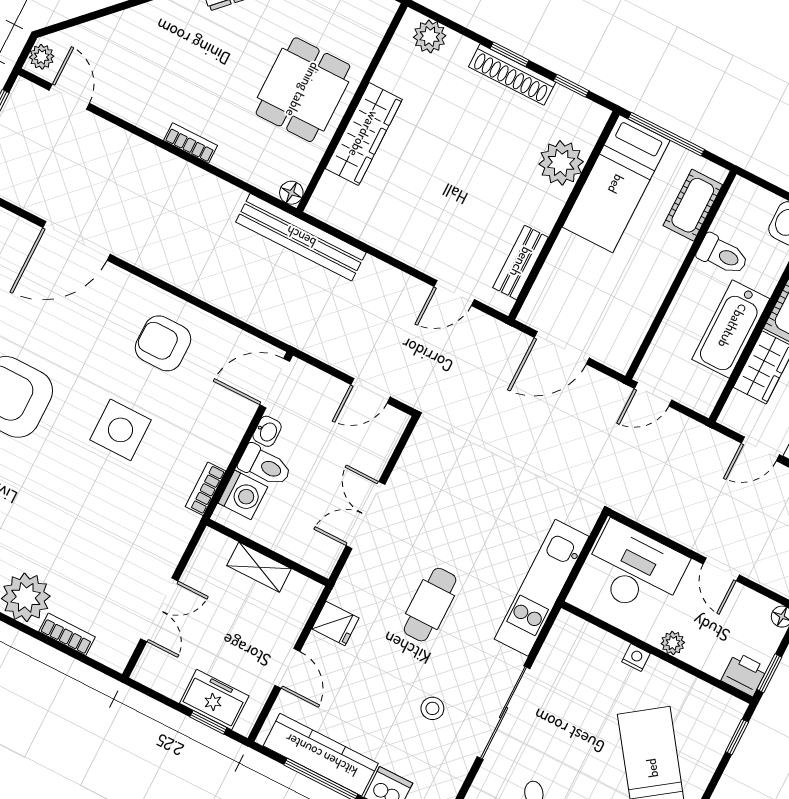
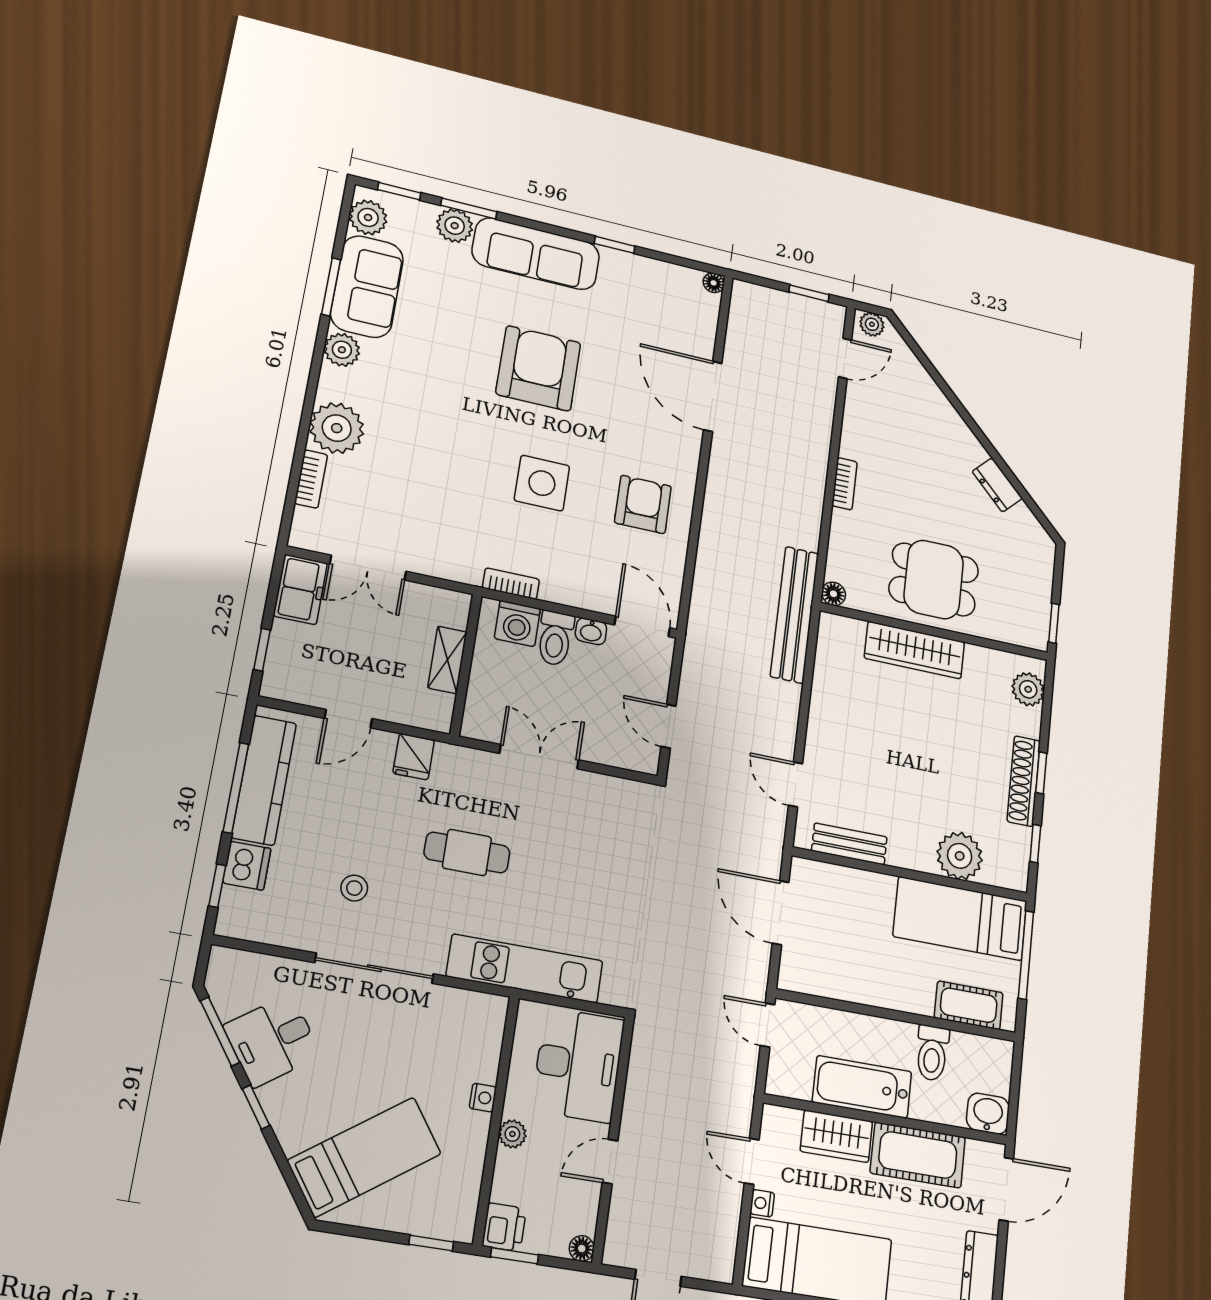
freezer: (214, 700) -> (300, 589), moved

